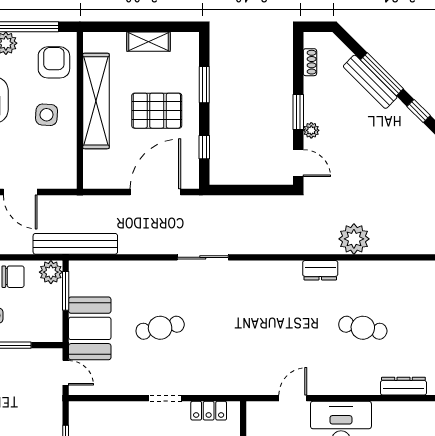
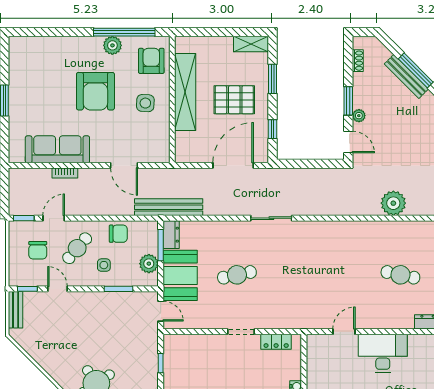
shelving: (149, 42) -> (251, 44), moved
dresser: (320, 270) -> (171, 235), moved, turned -90
plant: (51, 272) -> (149, 264), moved

